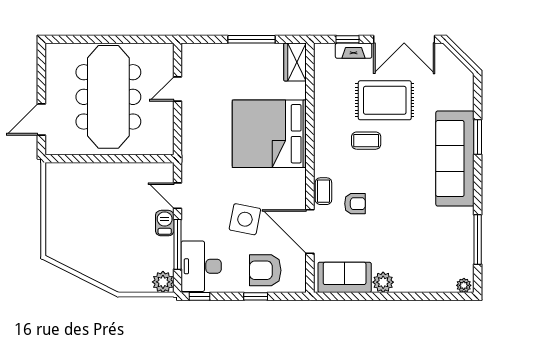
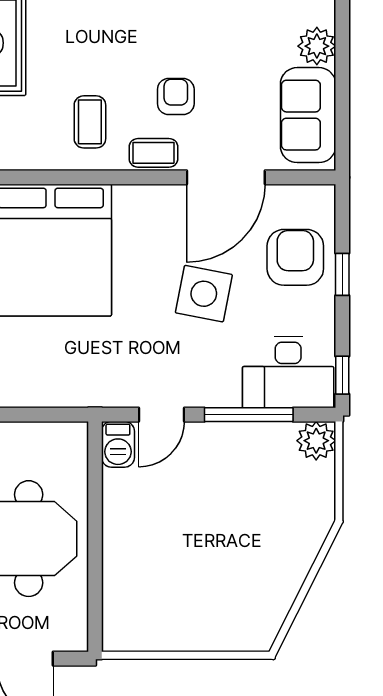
coffee table: (366, 141) -> (90, 122), moved
barbecue: (165, 223) -> (118, 444), moved, turned -90
armchair: (265, 270) -> (295, 257), turned 180

